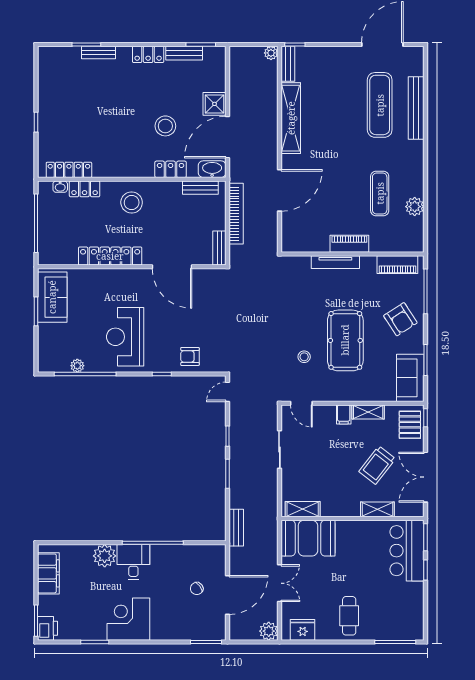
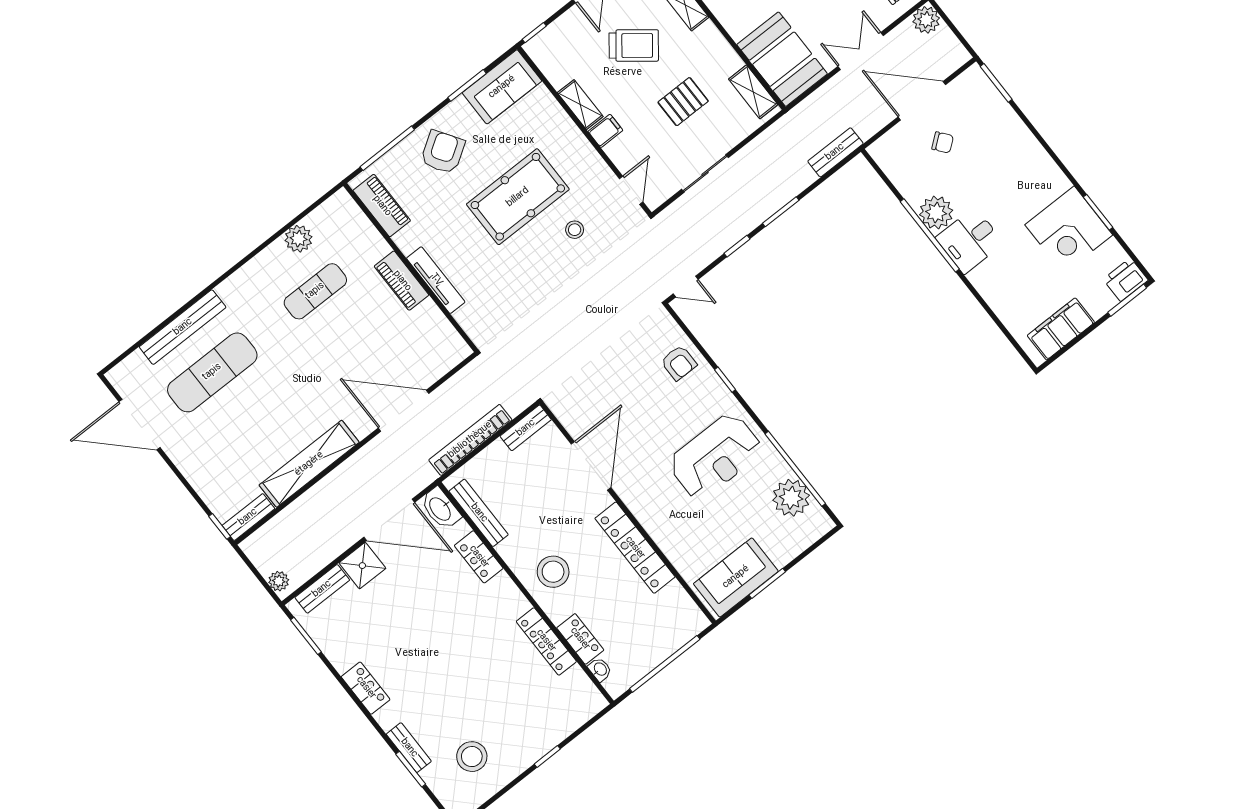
bench: (184, 53) -> (322, 589), moved, turned 90
plant: (271, 53) -> (279, 581), moved
stool: (165, 126) -> (472, 757), moved
locker: (69, 170) -> (546, 641), moved
bench: (200, 188) -> (479, 513), width x1.36
plant: (77, 366) -> (791, 498), width x1.88, depth x1.88
pallet: (410, 425) -> (683, 102), moved
plant: (105, 556) -> (936, 213), moved
corner desk: (128, 619) -> (1069, 230), moved

